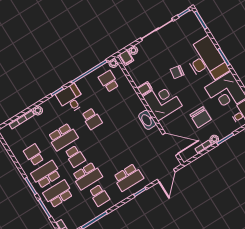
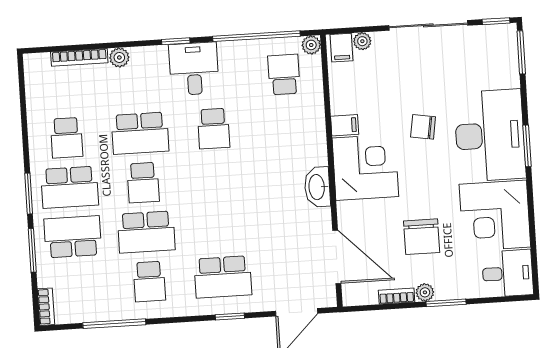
school desk: (34, 155) -> (67, 138), turned 180
school desk: (46, 174) -> (70, 187), turned 180

